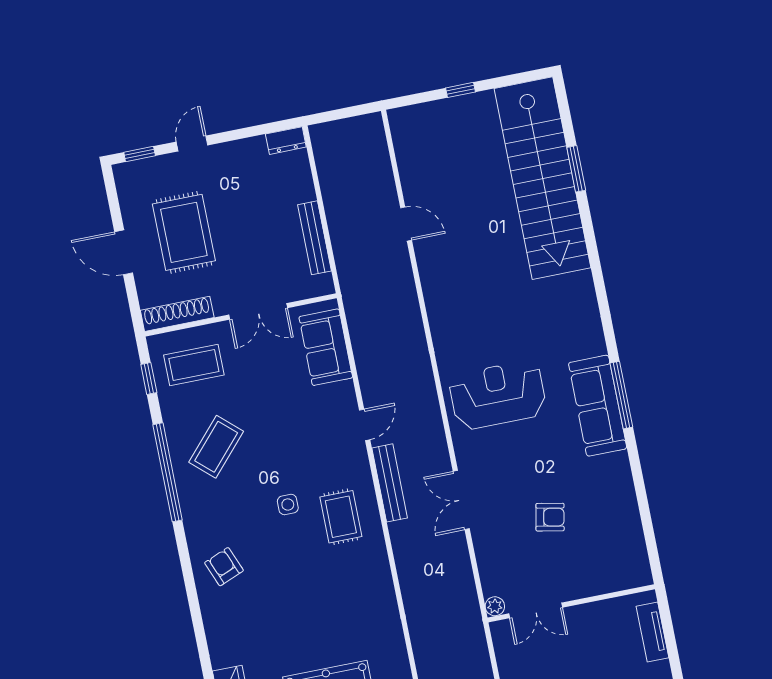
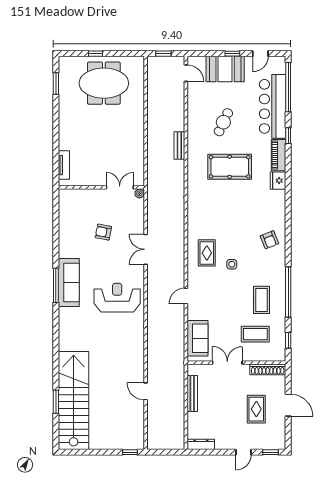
window: (460, 90) -> (130, 452), moved
dresser: (286, 141) -> (201, 444), width x1.44
rug: (184, 232) -> (256, 409), width x0.73, depth x0.70
coffee table: (194, 365) -> (255, 334), moved
reception desk: (498, 395) -> (117, 298), turned 180
coffee table: (216, 447) -> (261, 300), turned -42
bench: (390, 483) -> (179, 265), removed
double door: (461, 500) -> (146, 249), swing flipped

